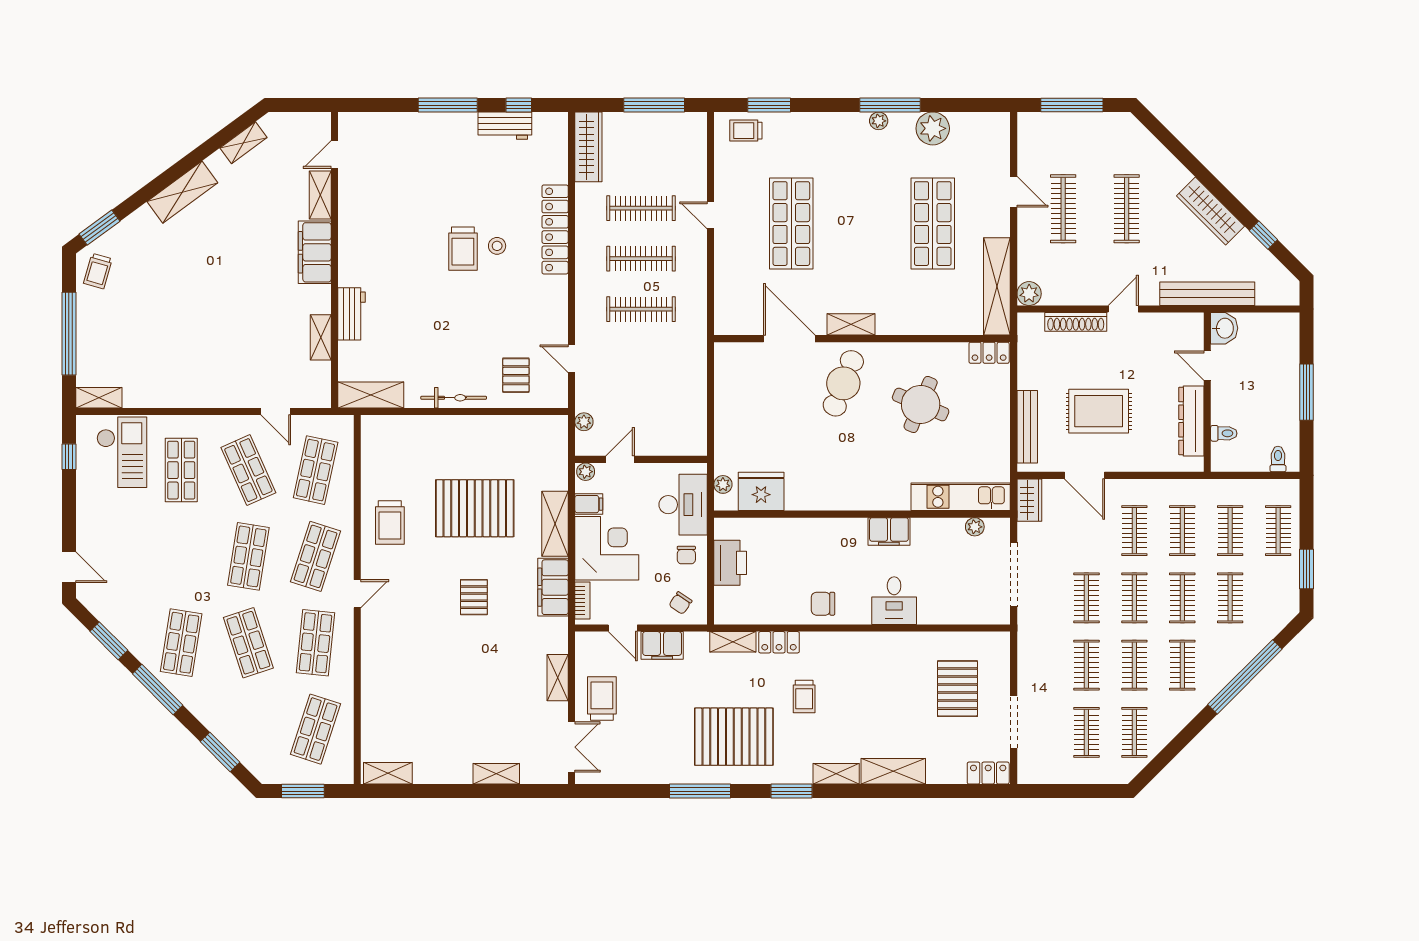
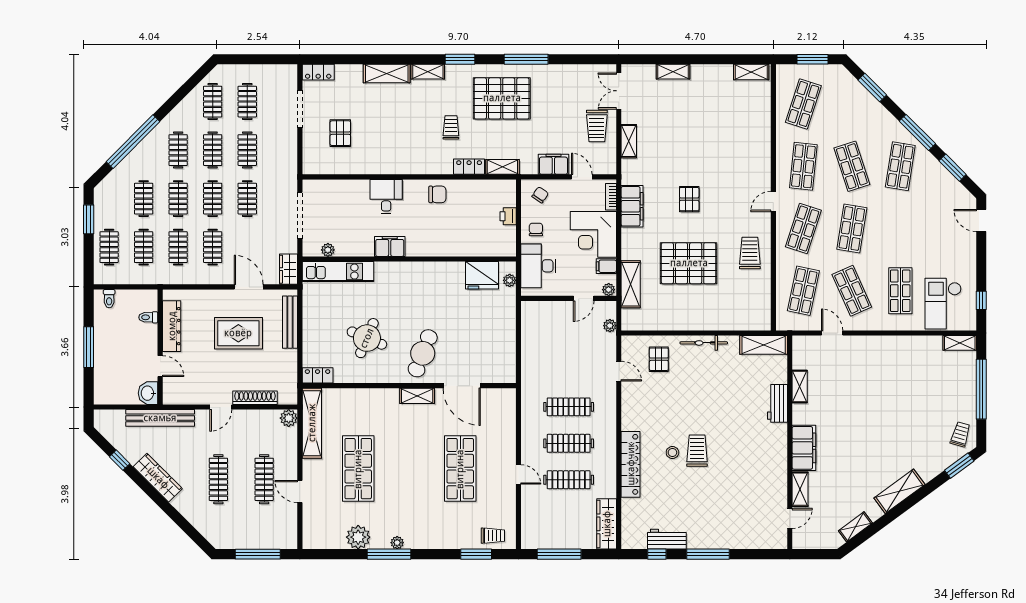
shelving: (555, 524) -> (631, 284), moved
printer: (730, 563) -> (508, 216), width x0.53, depth x0.68
pallet: (957, 689) -> (340, 133), width x0.67, depth x0.71

